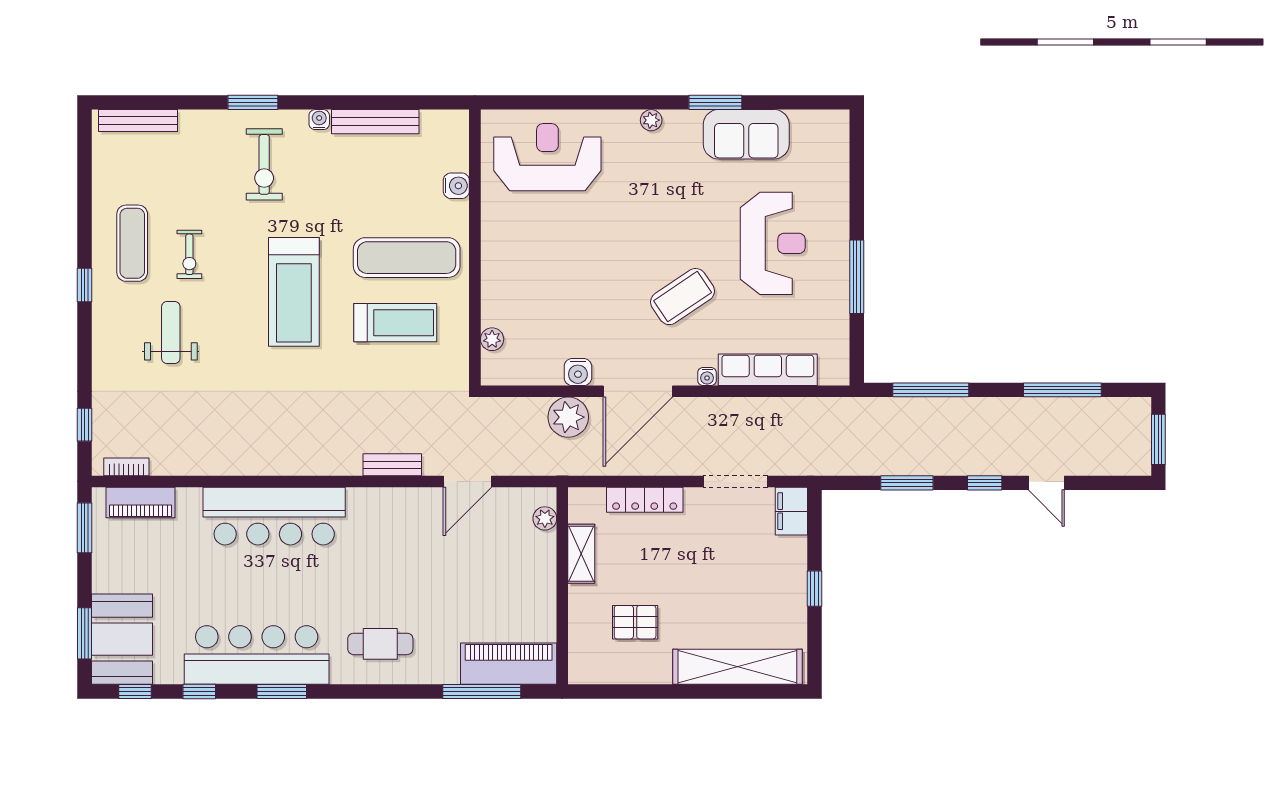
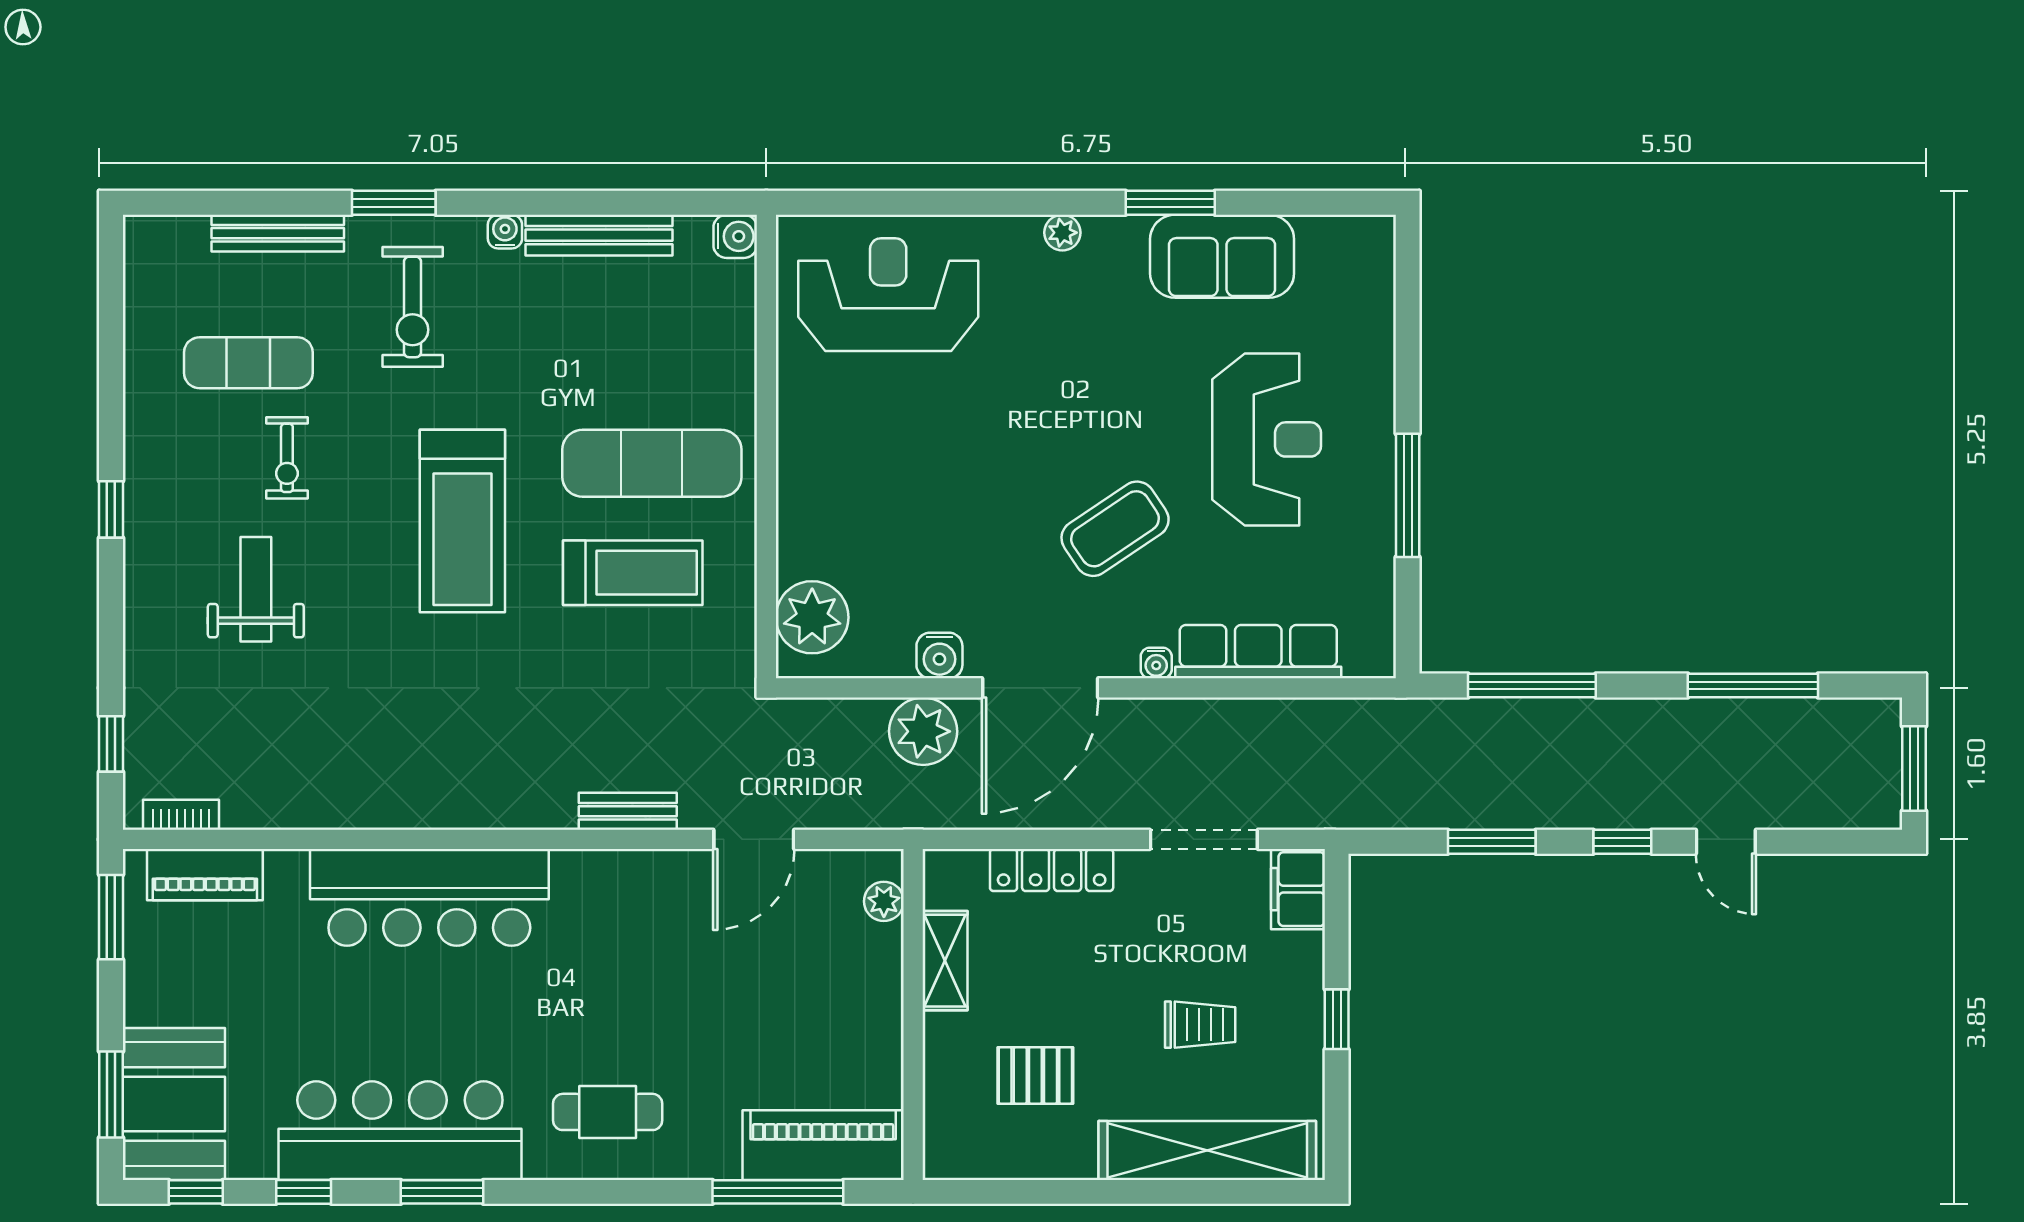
bench: (138, 121) -> (278, 233), moved
water cooler: (456, 186) -> (735, 236), moved
exercise mat: (132, 243) -> (248, 363), moved, turned 90
plant: (492, 339) -> (812, 617), width x1.87, depth x1.87
trolley: (733, 592) -> (1200, 1025), added

